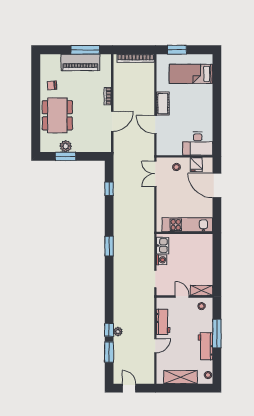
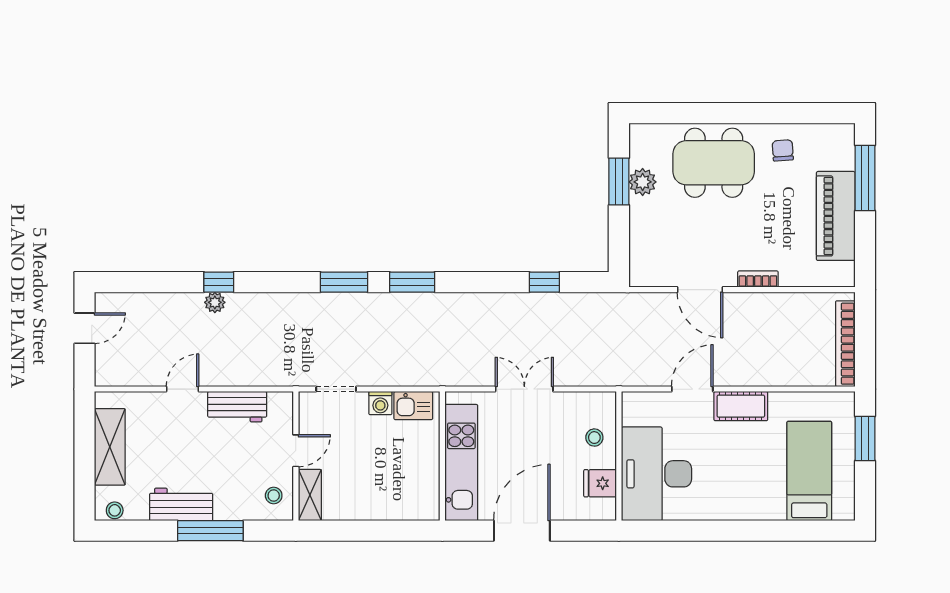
window: (85, 50) -> (865, 178), moved
desk: (198, 144) -> (656, 474), width x1.36, depth x1.30
double door: (155, 174) -> (524, 389), moved
door: (217, 185) -> (522, 531), moved
door: (155, 346) -> (183, 389), swing flipped
window: (109, 352) -> (344, 282), moved

